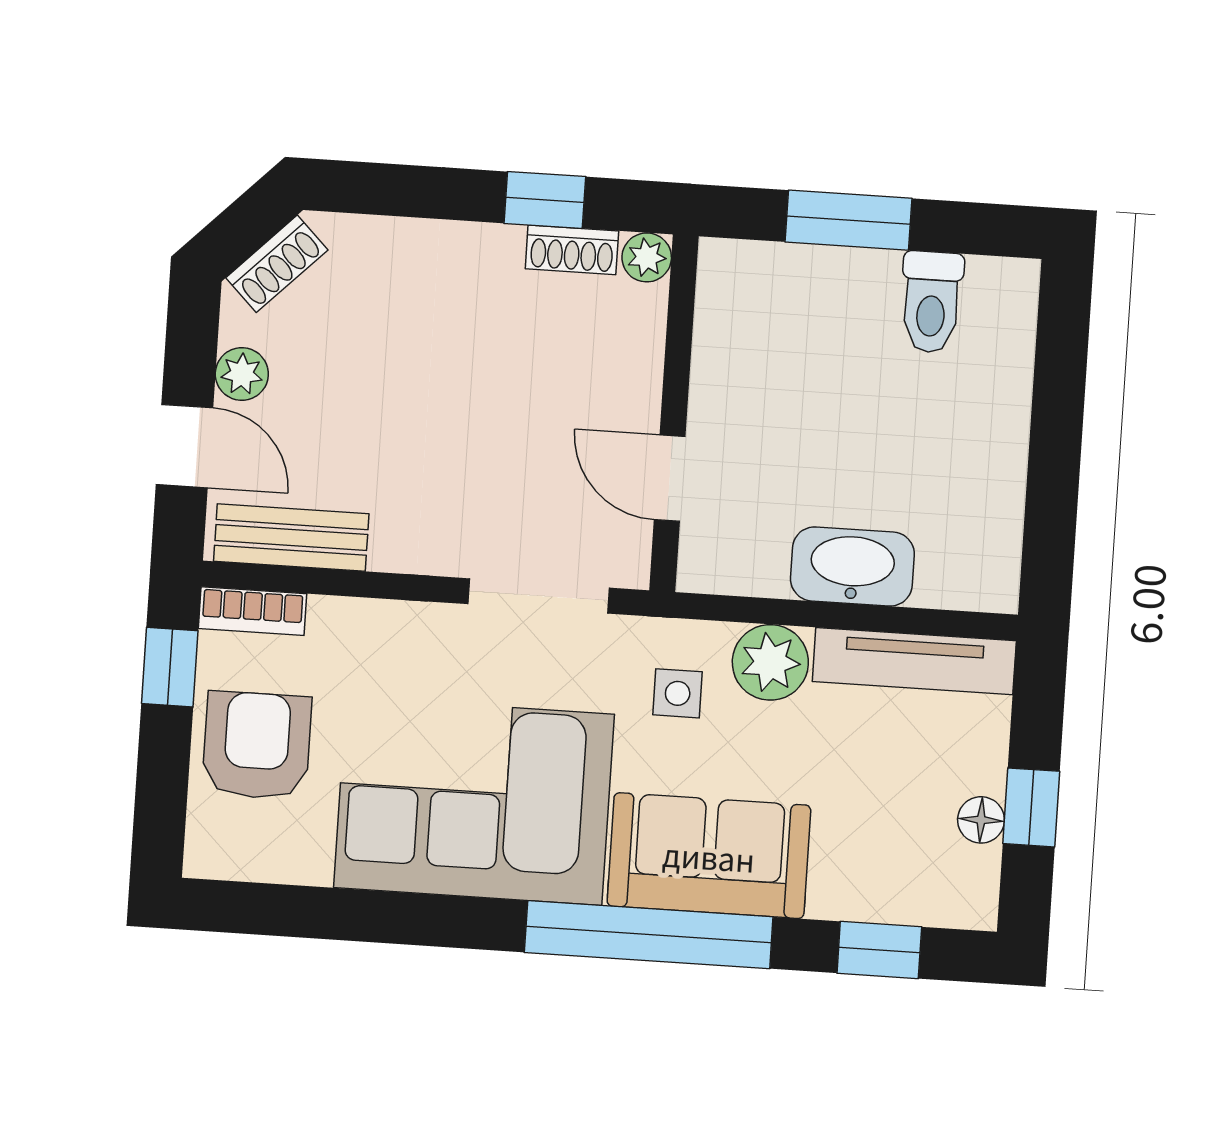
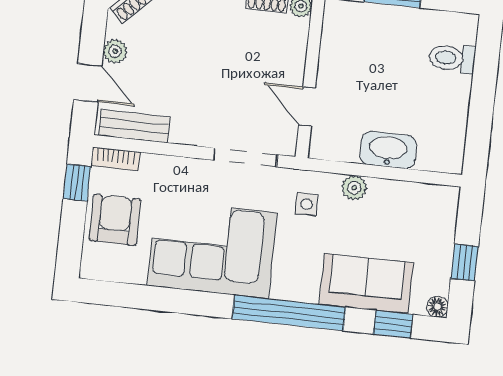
toilet: (931, 302) -> (452, 58), moved, turned 90
tv unit: (914, 661) -> (414, 194), removed
plant: (770, 662) -> (354, 188), width x0.73, depth x0.73
floor lamp: (981, 820) -> (437, 307), moved
sofa: (709, 856) -> (366, 284), moved

